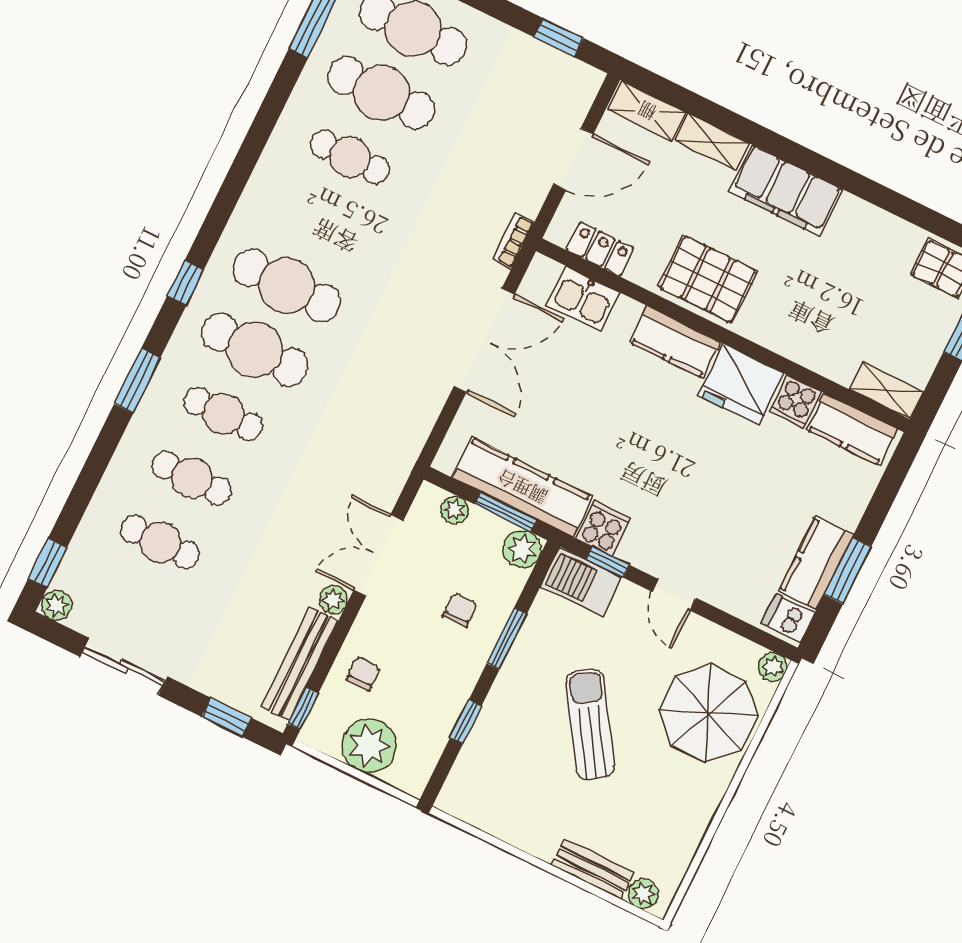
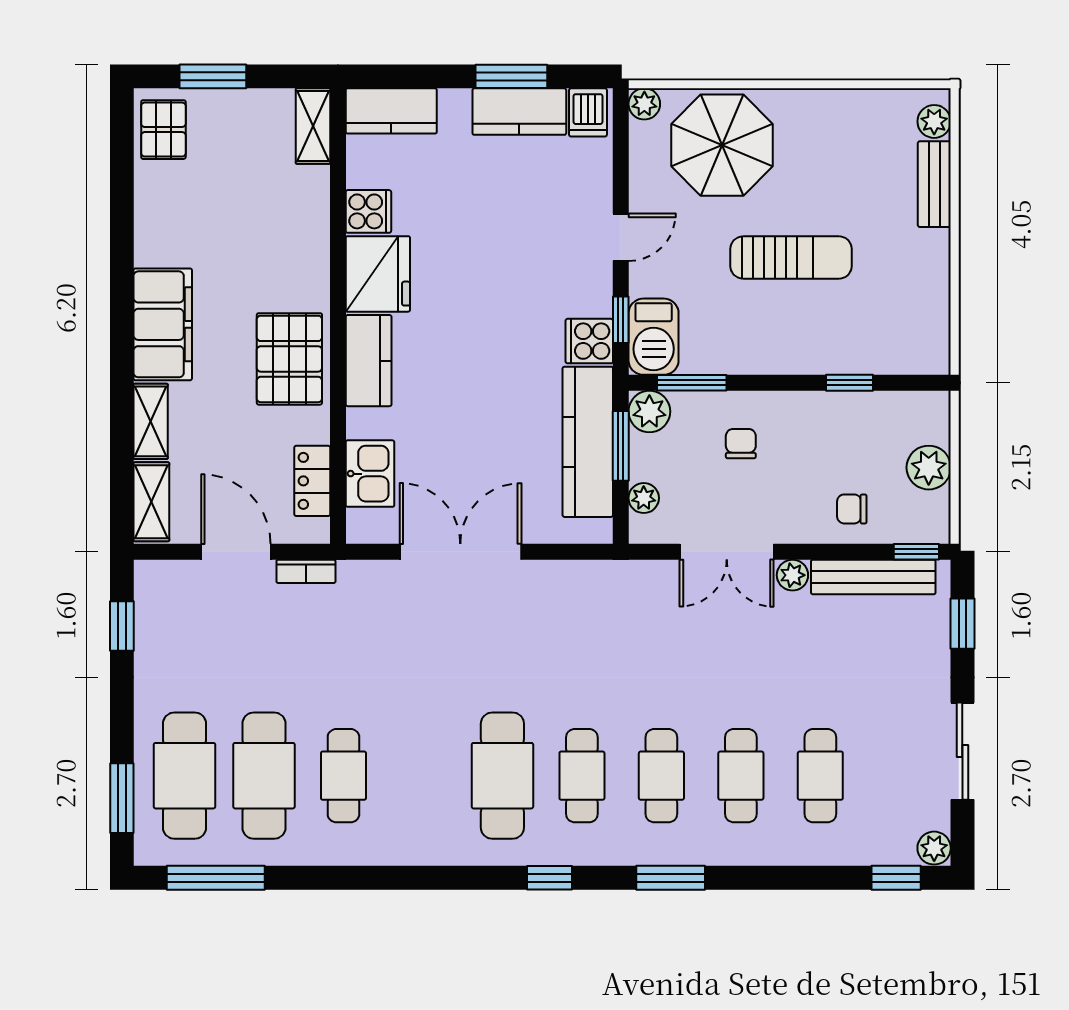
bookcase: (513, 241) -> (306, 571), moved
cafe table: (255, 350) -> (582, 776), width x0.73, depth x0.74
kitchen counter: (852, 429) -> (391, 111), moved, turned 90
chair: (460, 610) -> (741, 444), turned 90
window: (507, 639) -> (692, 383), moved
sun lounger: (590, 724) -> (791, 258), turned -147
plant: (369, 746) -> (929, 468), width x0.73, depth x0.73

